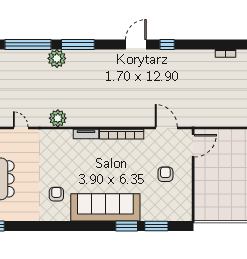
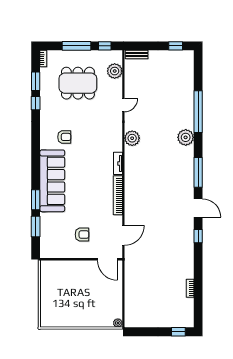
window: (78, 44) -> (198, 172), moved
window: (18, 226) -> (36, 103), added

